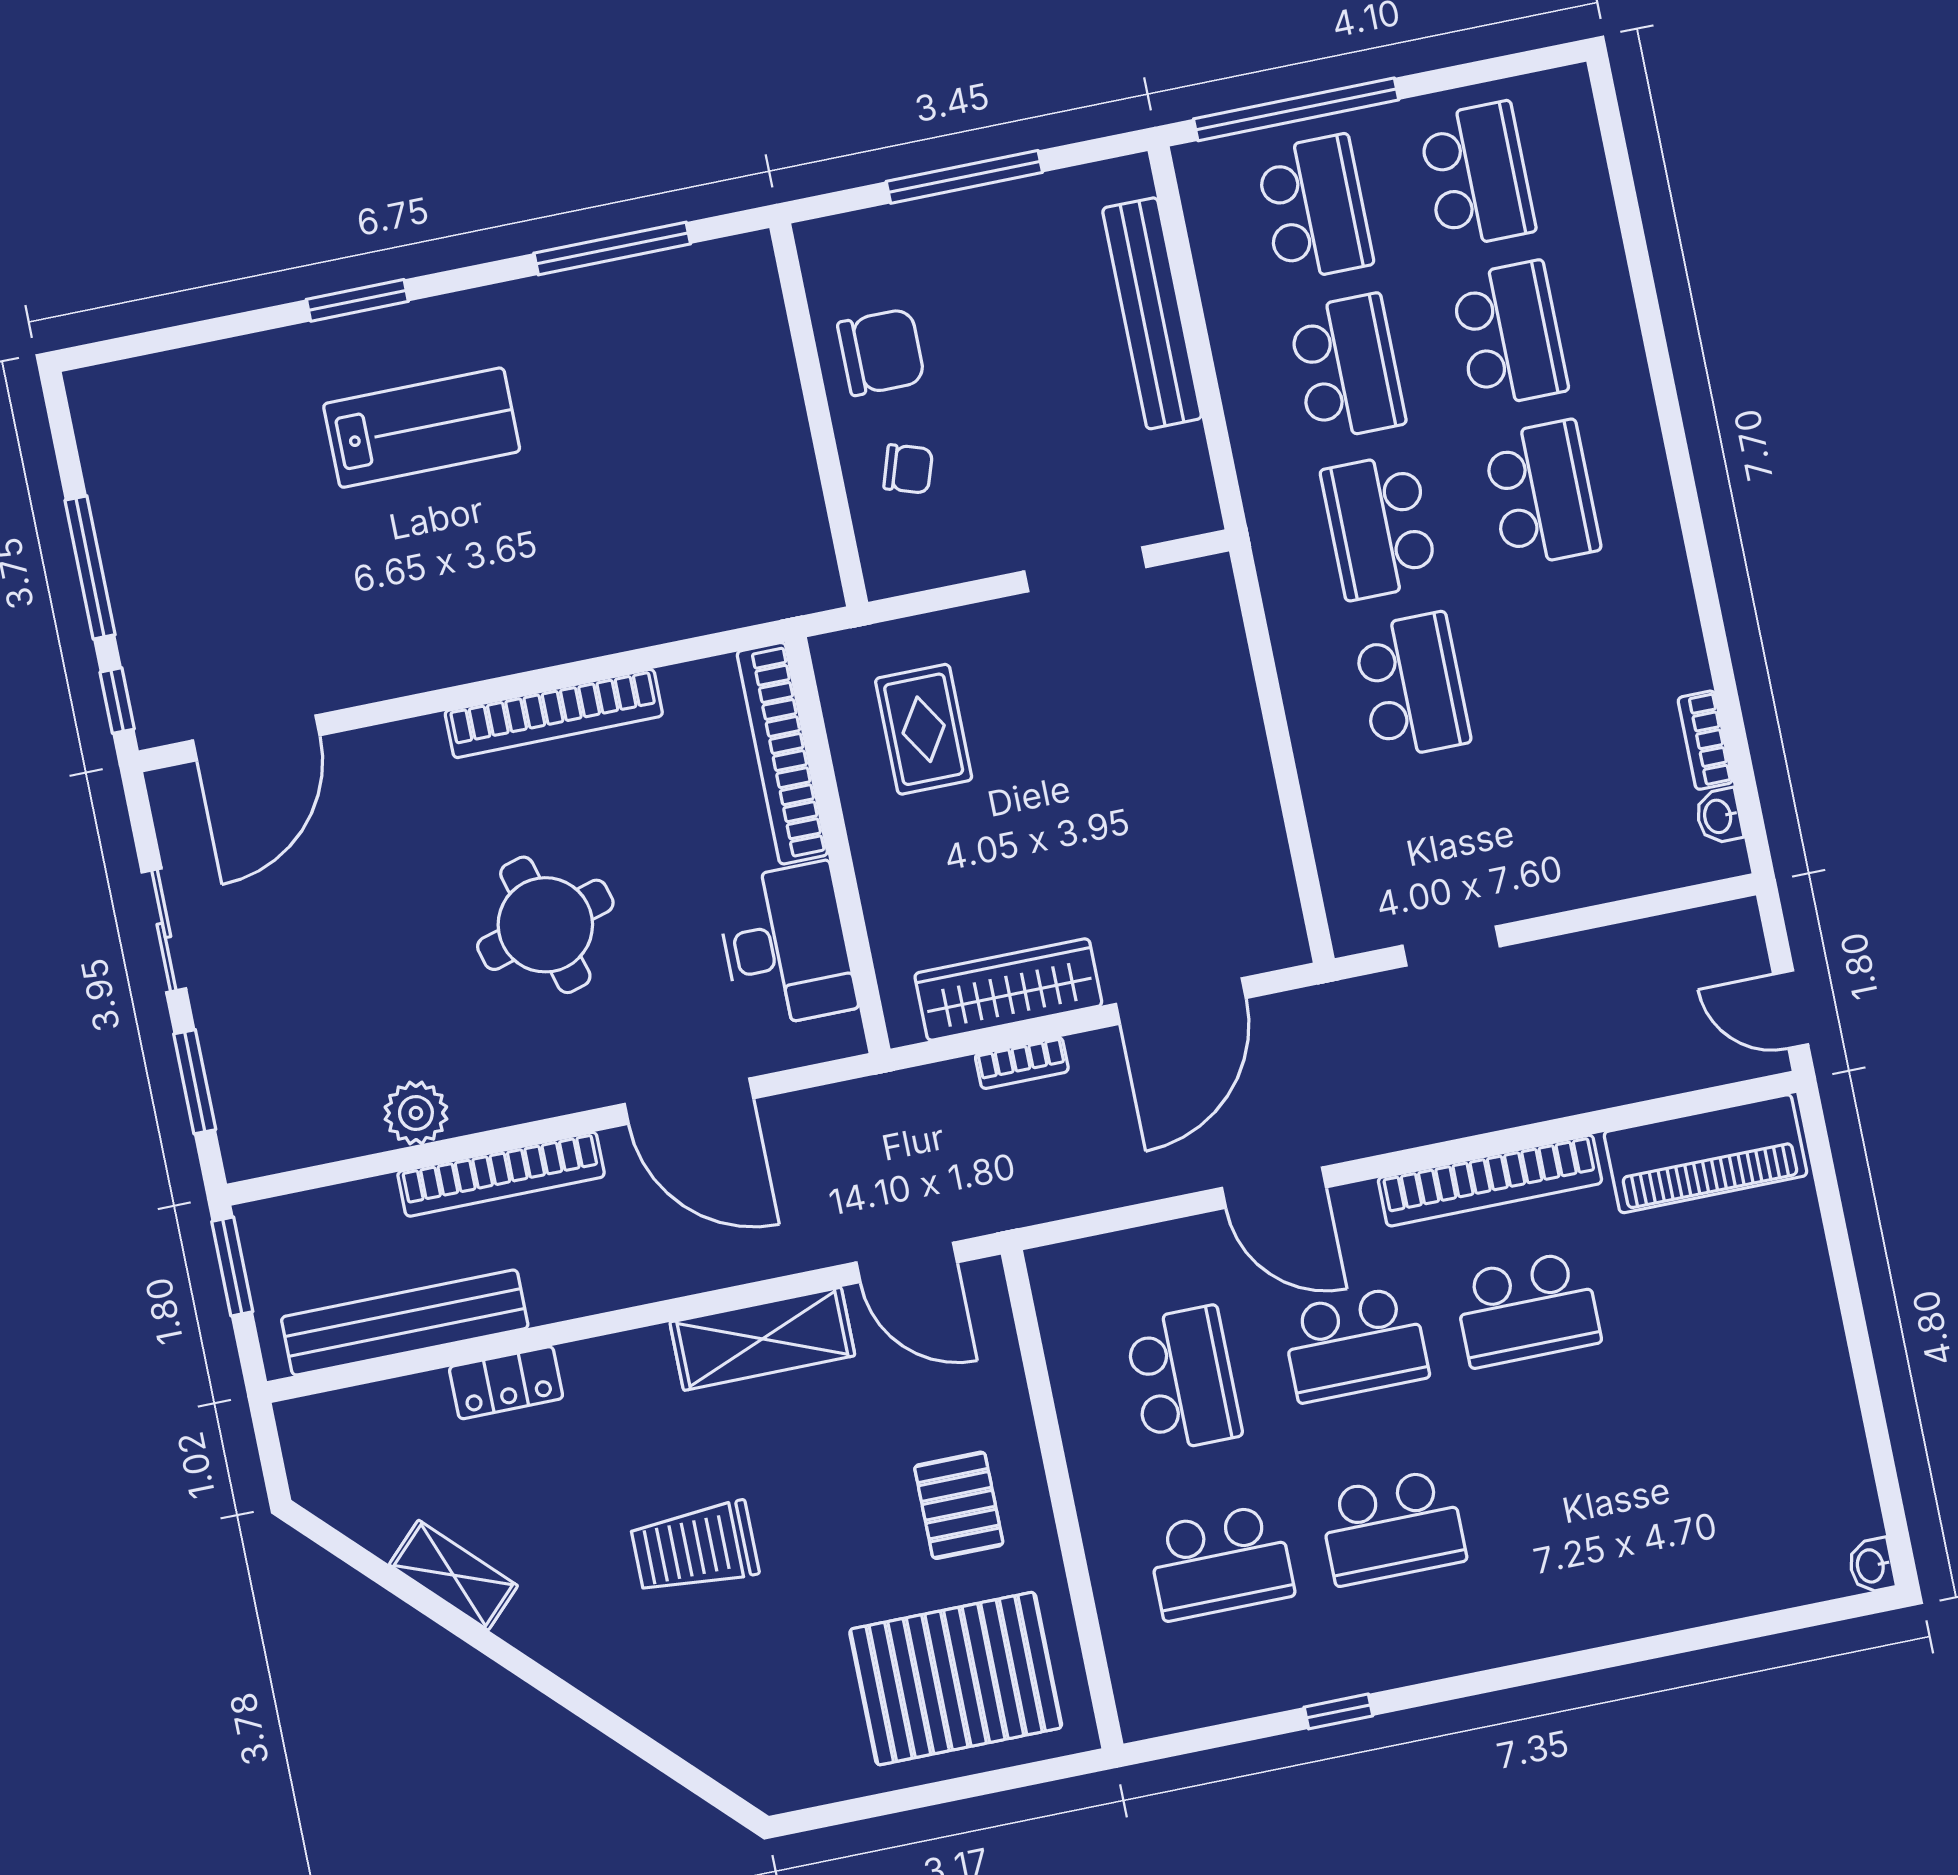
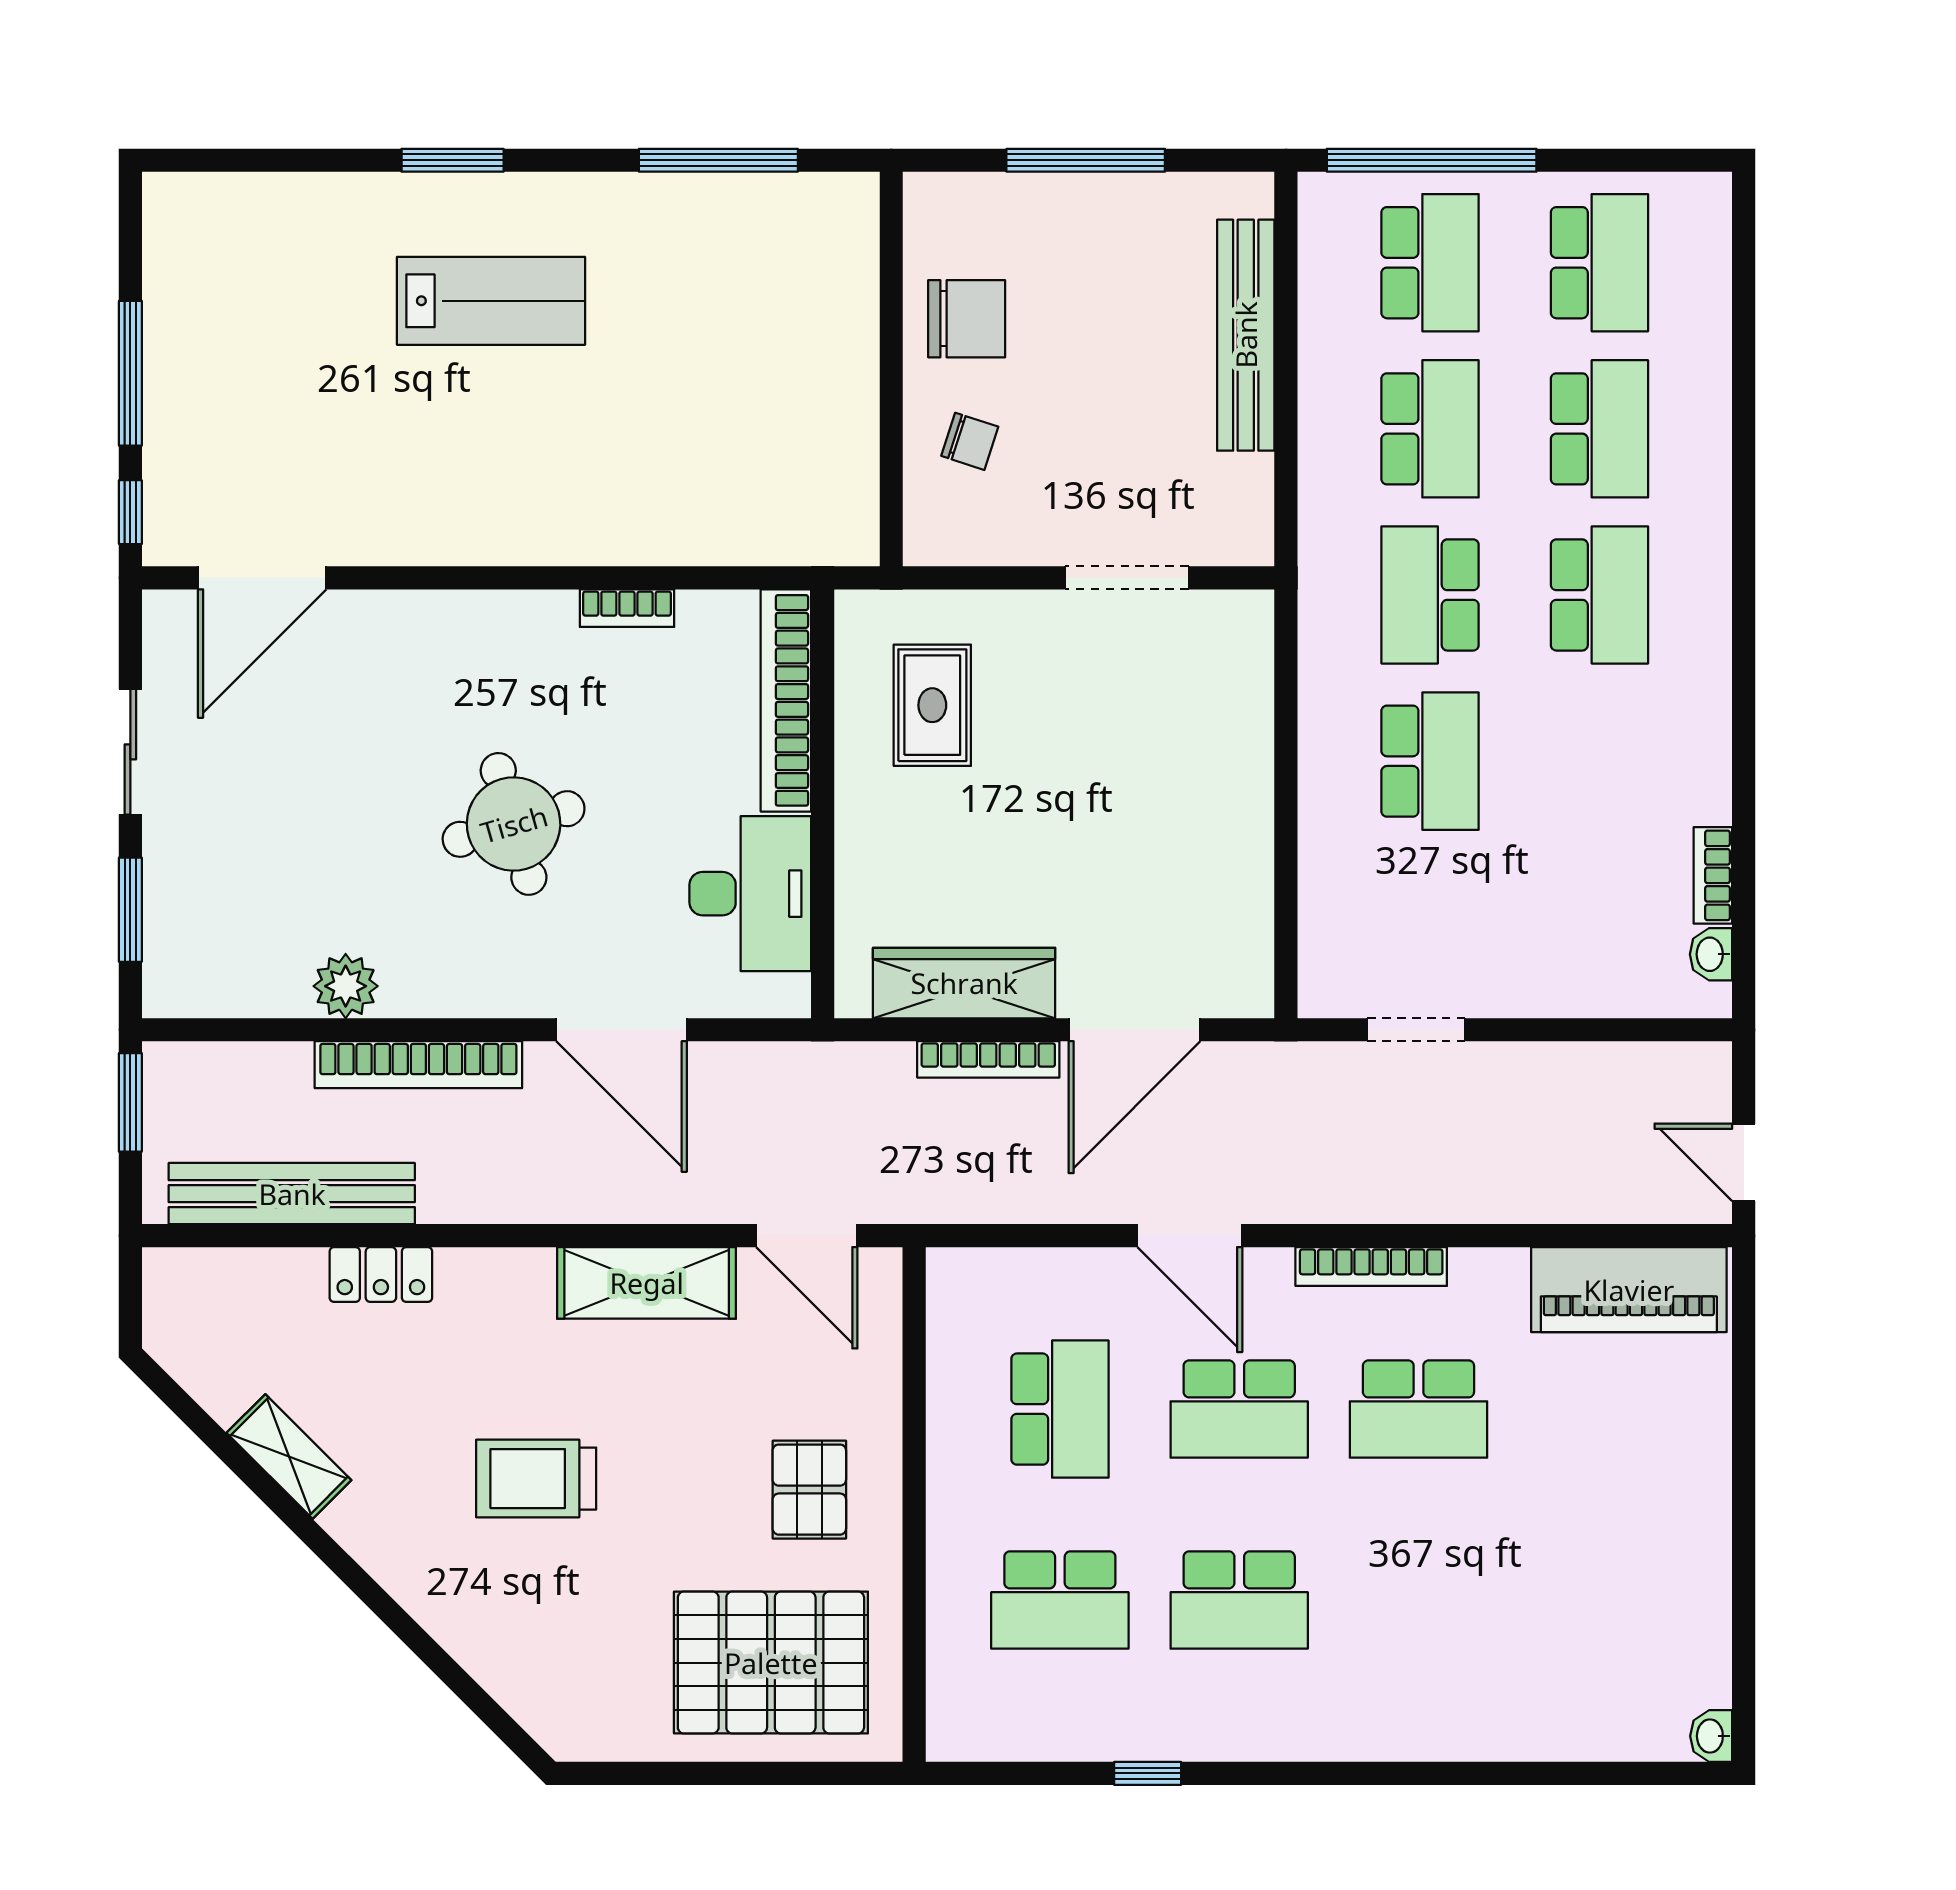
bookcase: (554, 713) -> (627, 608), width x0.43, depth x0.76
bookcase: (1022, 1063) -> (988, 1059), width x1.56
bookcase: (1490, 1181) -> (1371, 1267), width x0.68, depth x0.76

